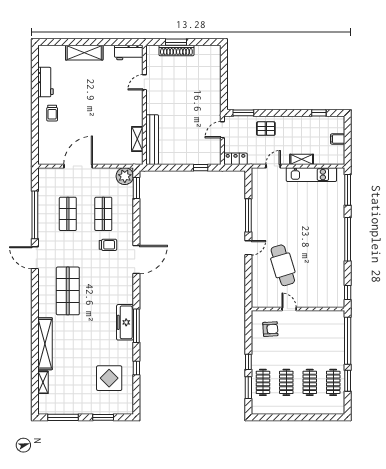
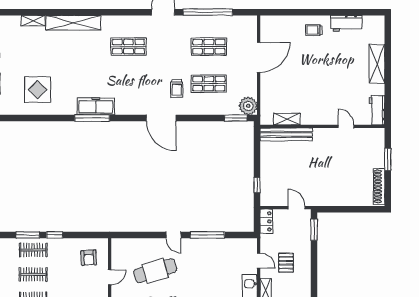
shoe rack: (176, 50) -> (379, 186), moved
pallet: (266, 129) -> (286, 263), moved
door: (78, 166) -> (259, 57), hinge flipped
shop shelf: (68, 291) -> (128, 47), width x0.70, depth x0.74
window: (136, 368) -> (48, 118), removed

